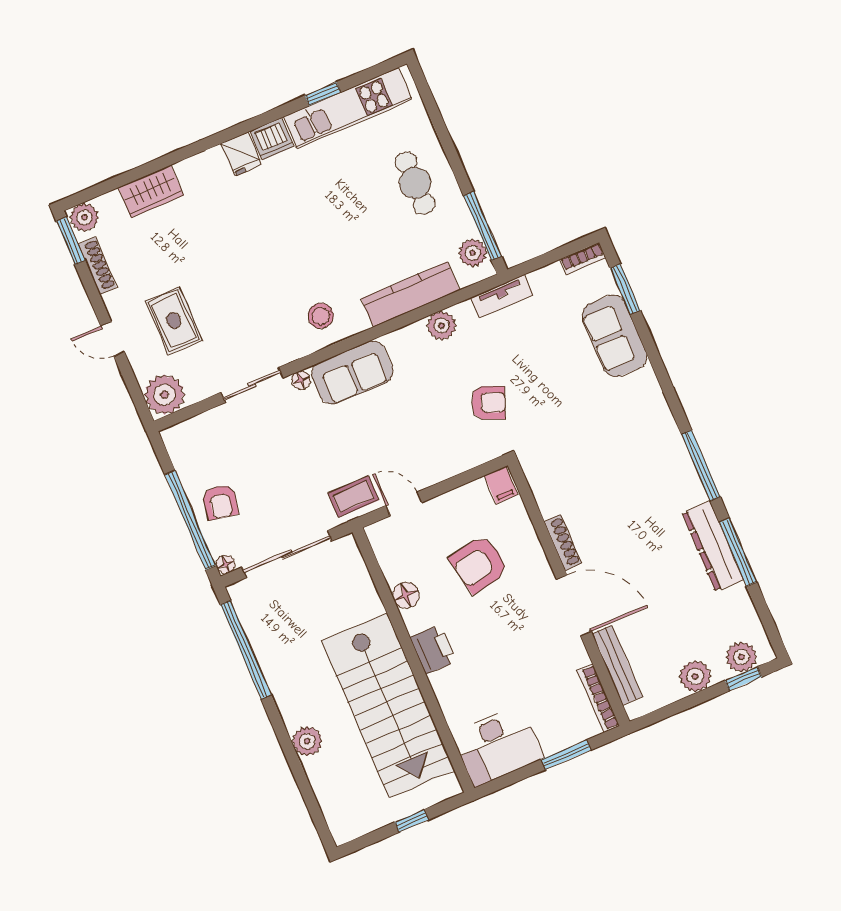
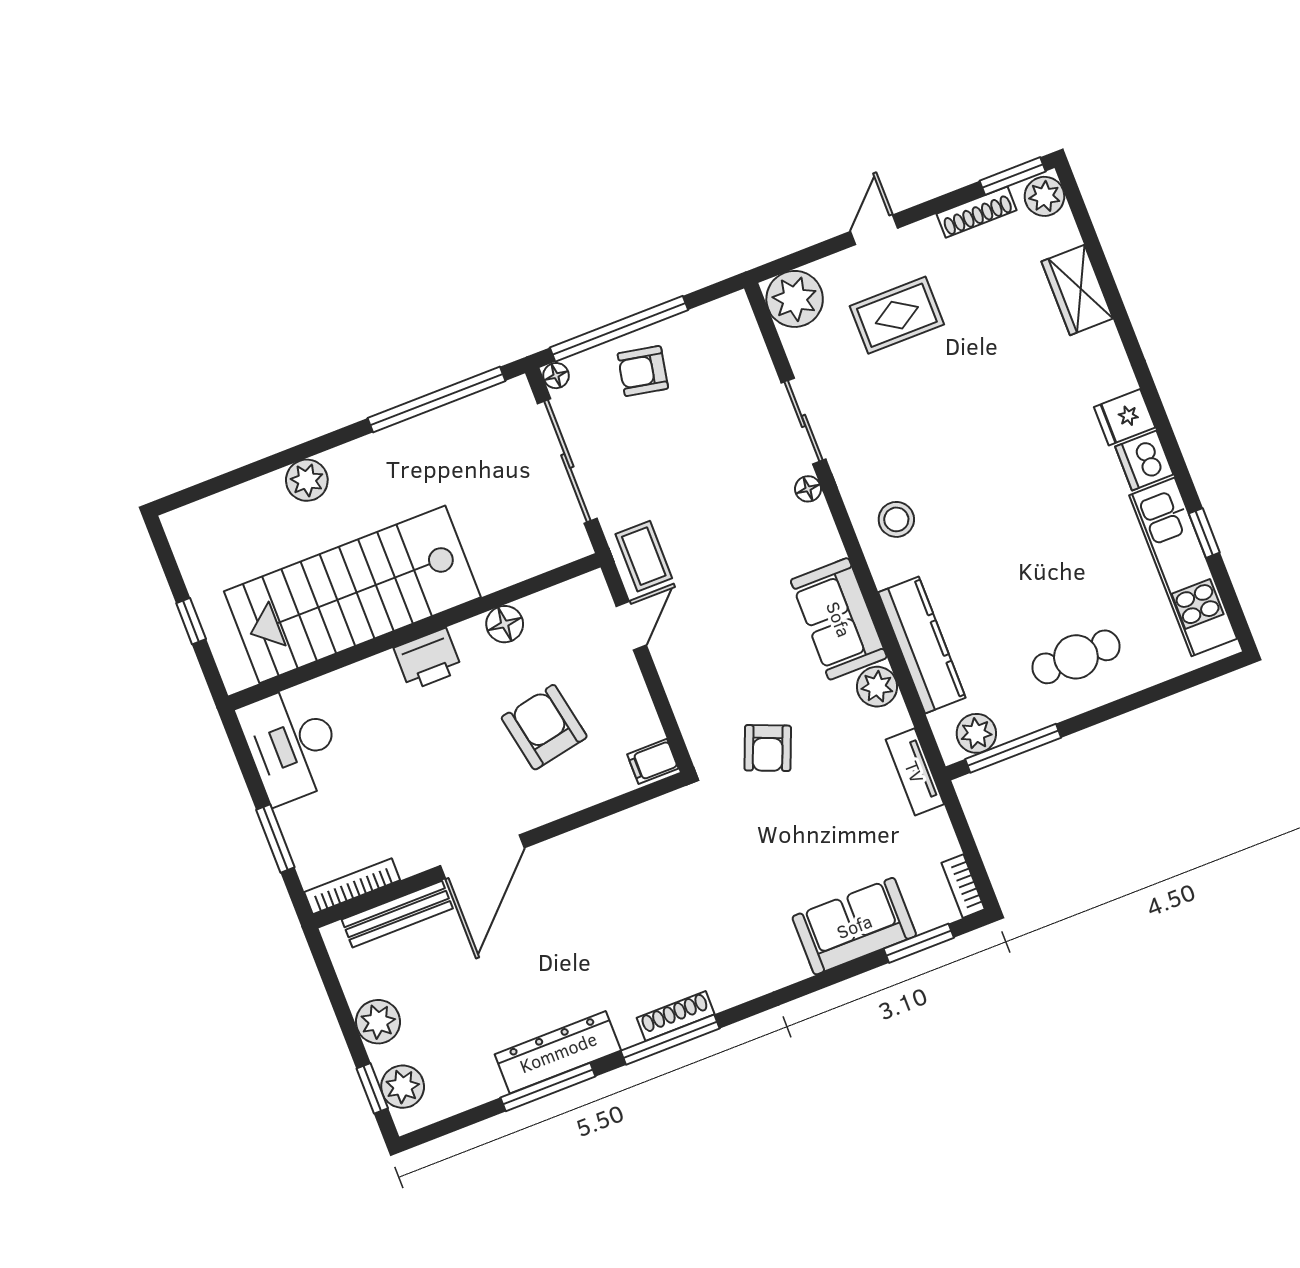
sofa: (352, 373) -> (839, 619), moved
shoe rack: (563, 543) -> (676, 1016), moved, turned 180

